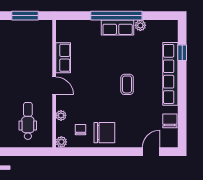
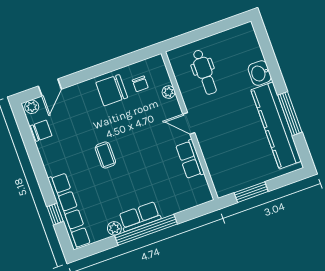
row of seats: (170, 74) -> (69, 211), moved
chair: (170, 121) -> (41, 131), turned -90
plant: (61, 142) -> (32, 107), moved

